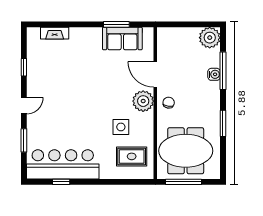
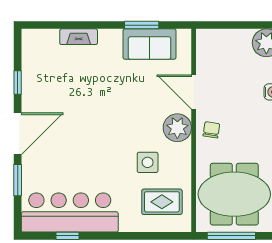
fireplace: (55, 33) -> (79, 37), moved
door: (24, 106) -> (18, 134), width x1.87

